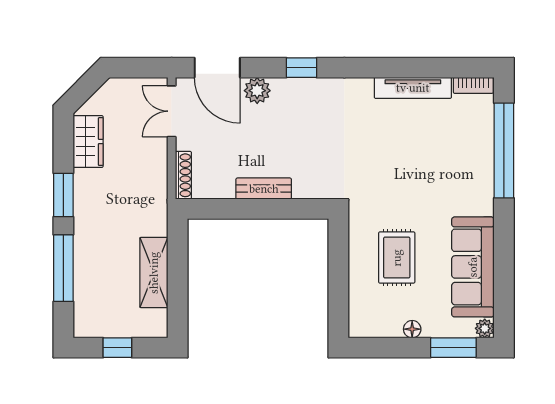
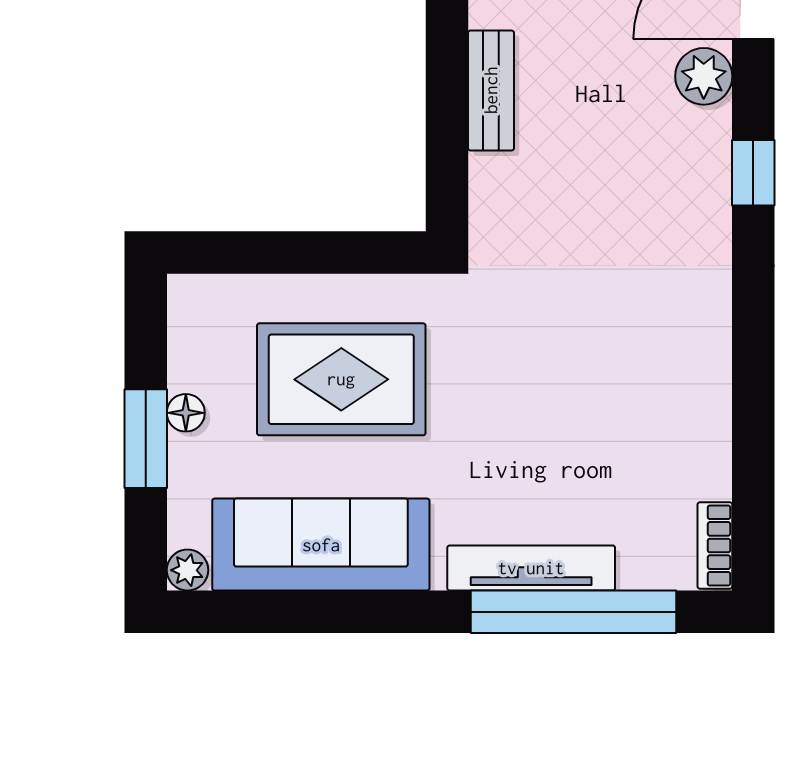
tv unit: (413, 88) -> (531, 568), moved, turned 90
rug: (397, 258) -> (341, 379), width x1.36, depth x1.43
window: (453, 348) -> (146, 439), moved

